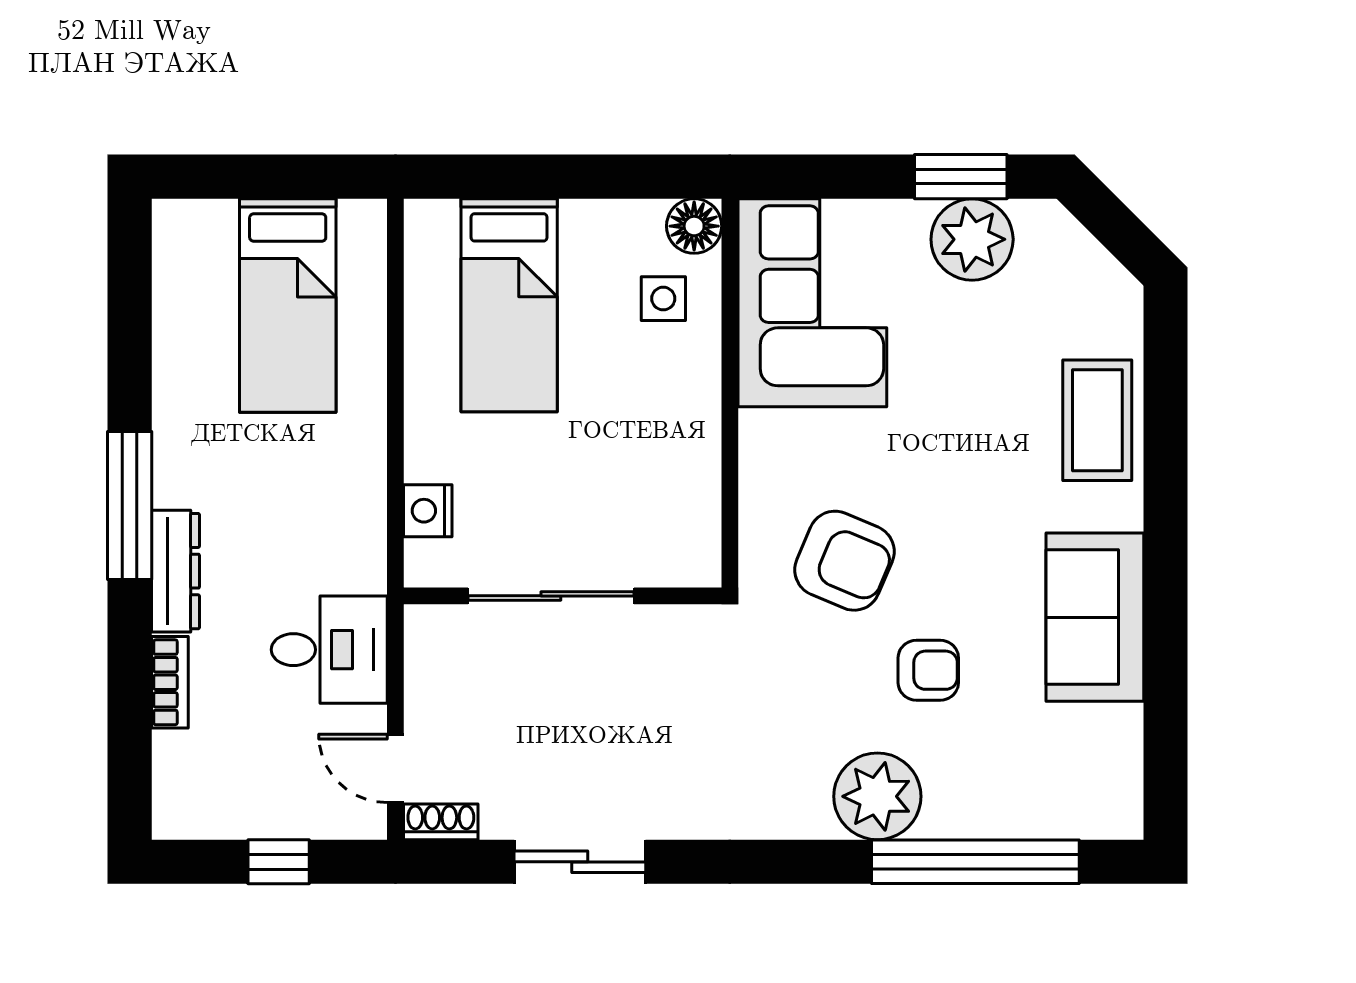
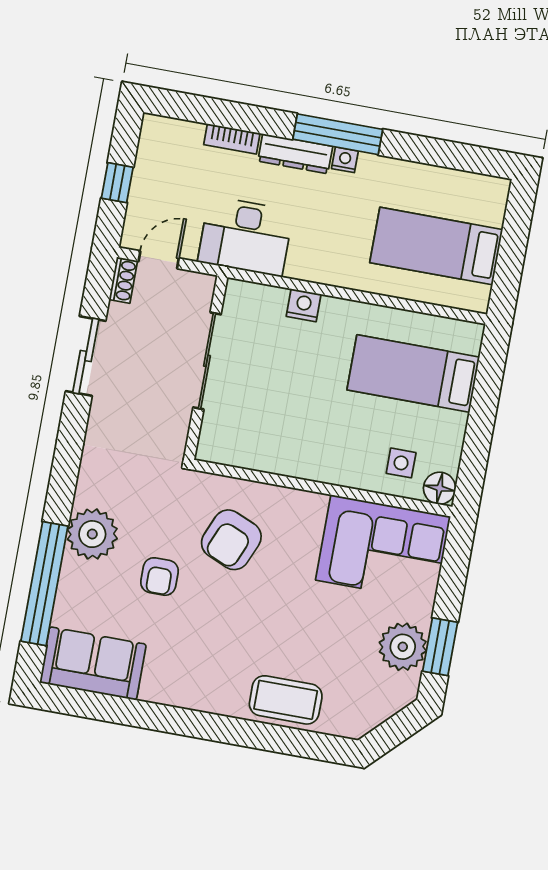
nightstand: (170, 486) -> (345, 160), added
sliding door: (551, 596) -> (207, 361), moved
wall: (563, 596) -> (206, 368), moved
sofa: (1095, 617) -> (93, 663), moved
desk: (329, 650) -> (245, 236), width x1.37

